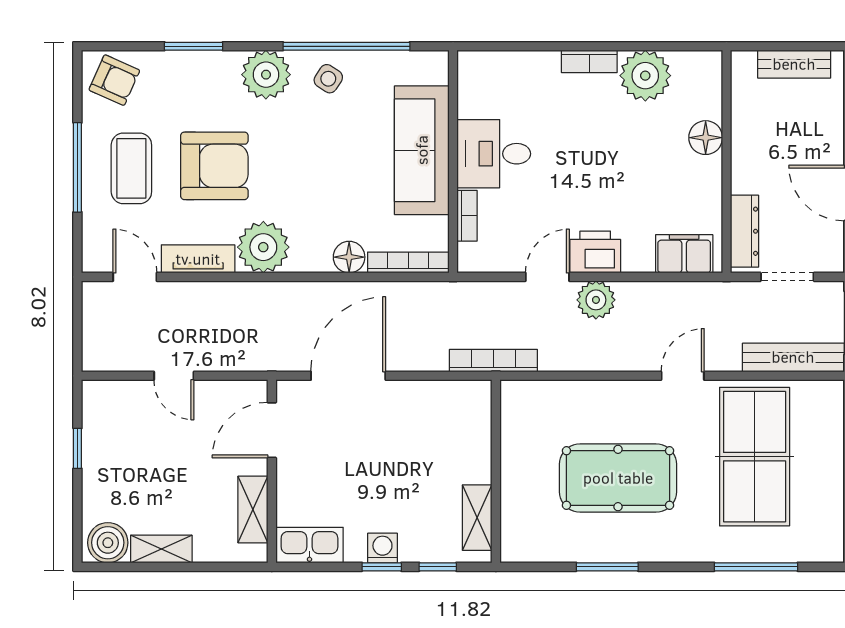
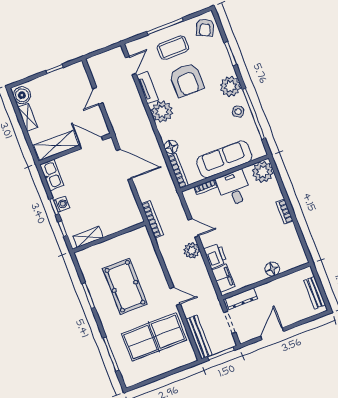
plant: (645, 76) -> (263, 172), moved
printer: (595, 252) -> (215, 256), moved
shelving: (253, 509) -> (56, 145), width x1.50, depth x1.33

